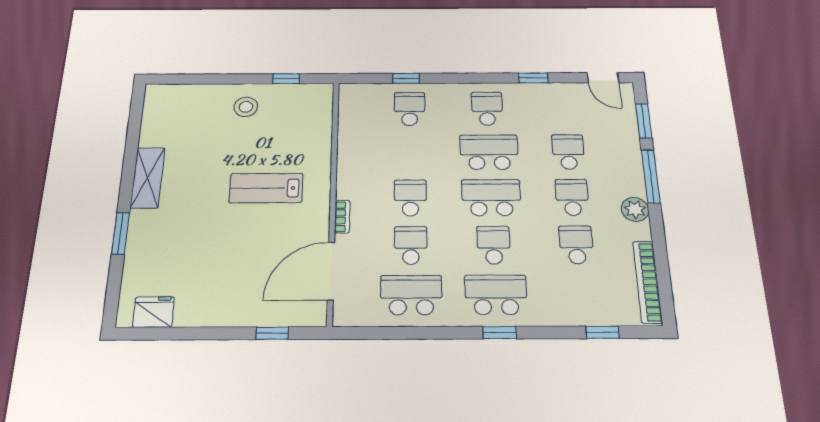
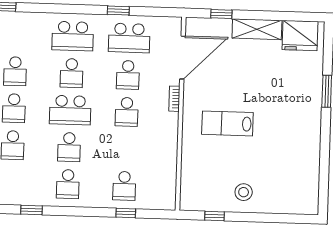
school desk: (489, 152) -> (69, 147), width x0.54
shelving: (148, 178) -> (257, 29), moved, turned 90
lab bench: (266, 188) -> (227, 123), turned 180
fridge: (153, 312) -> (300, 36), width x1.36, depth x1.34
window: (500, 333) -> (118, 11), moved

